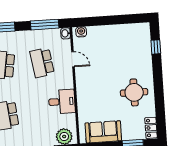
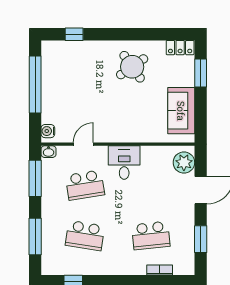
window: (116, 20) -> (35, 84), added
round table: (134, 92) -> (132, 67), turned -35
desk: (62, 102) -> (124, 163), moved

